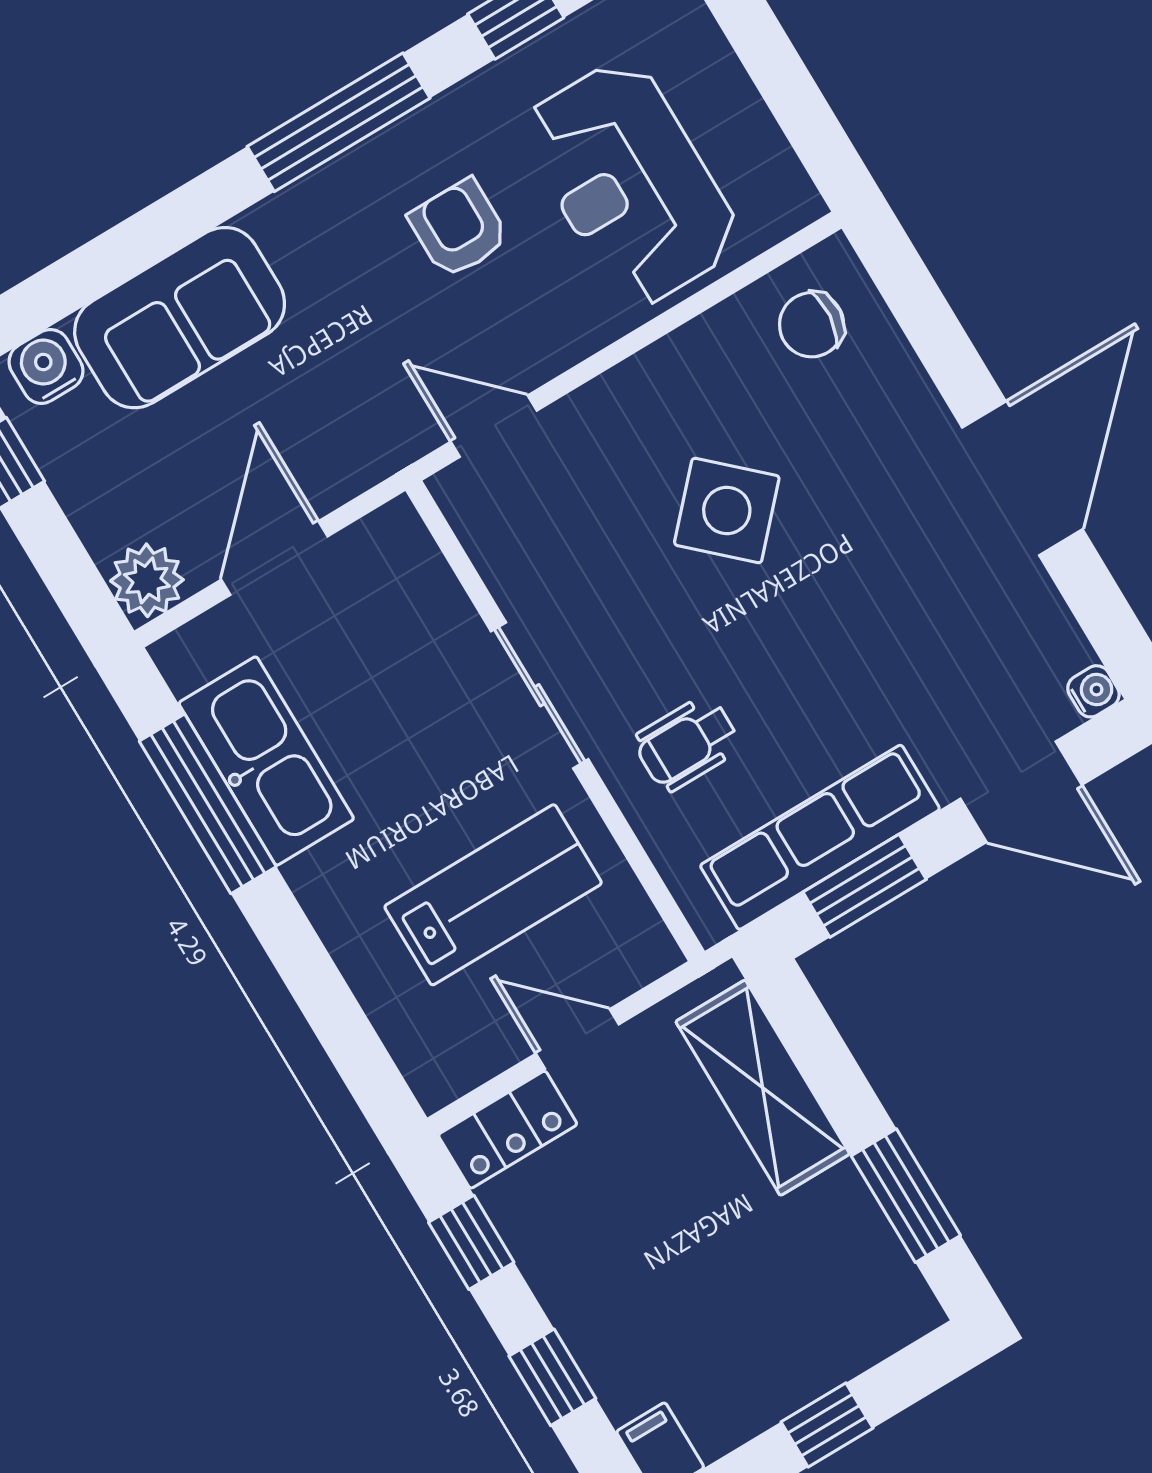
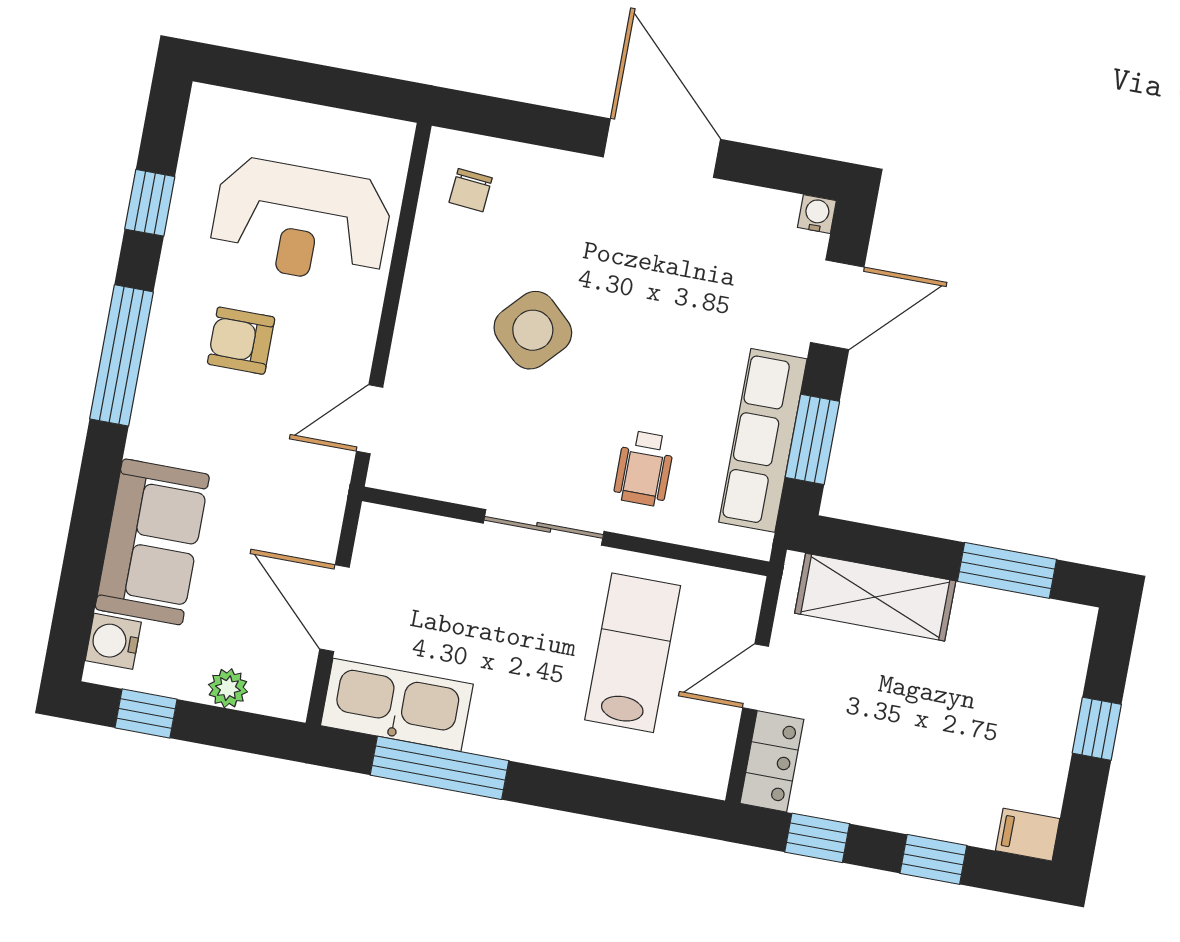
chair: (812, 325) -> (471, 190), width x0.73, depth x0.73
plant: (147, 580) -> (228, 688), moved, width x0.73, depth x0.73
kitchen sink: (266, 761) -> (397, 705), moved

